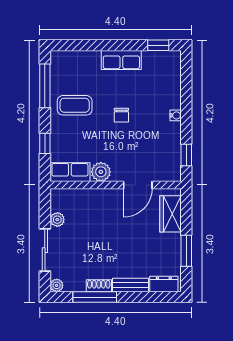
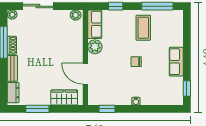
plant: (57, 220) -> (76, 15), moved

